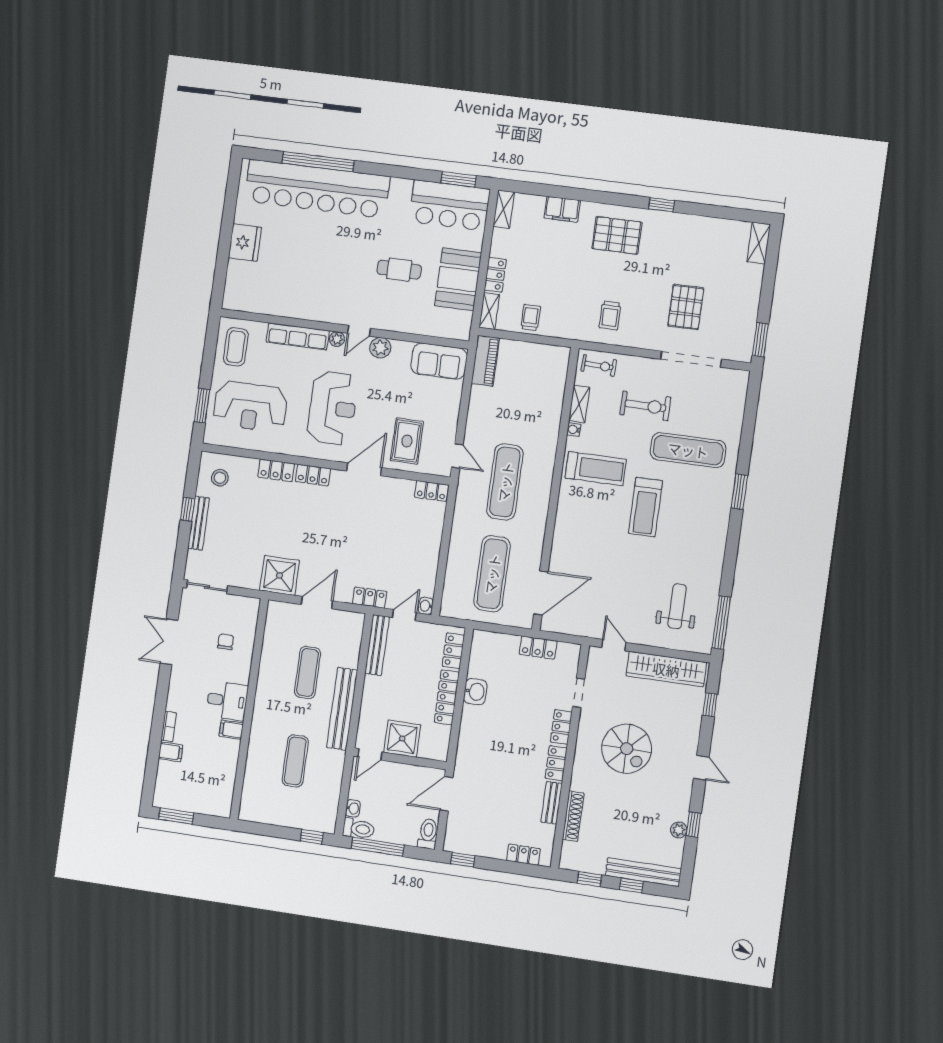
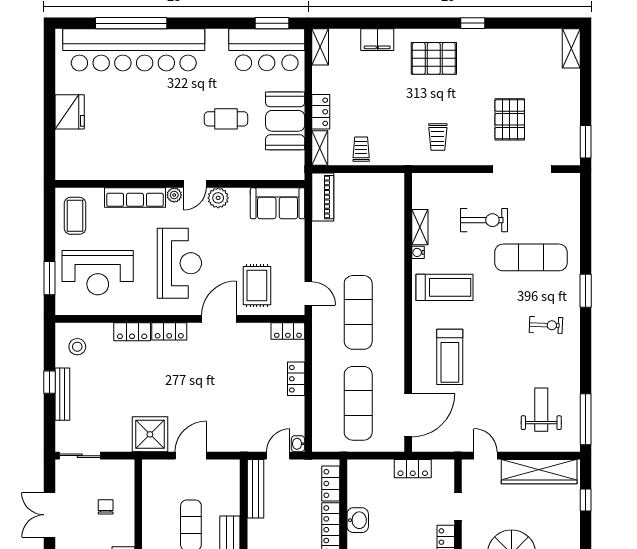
exercise bike: (599, 365) -> (546, 325), moved
treadmill: (645, 507) -> (450, 357), moved
locker: (370, 598) -> (296, 379), moved, turned -90

